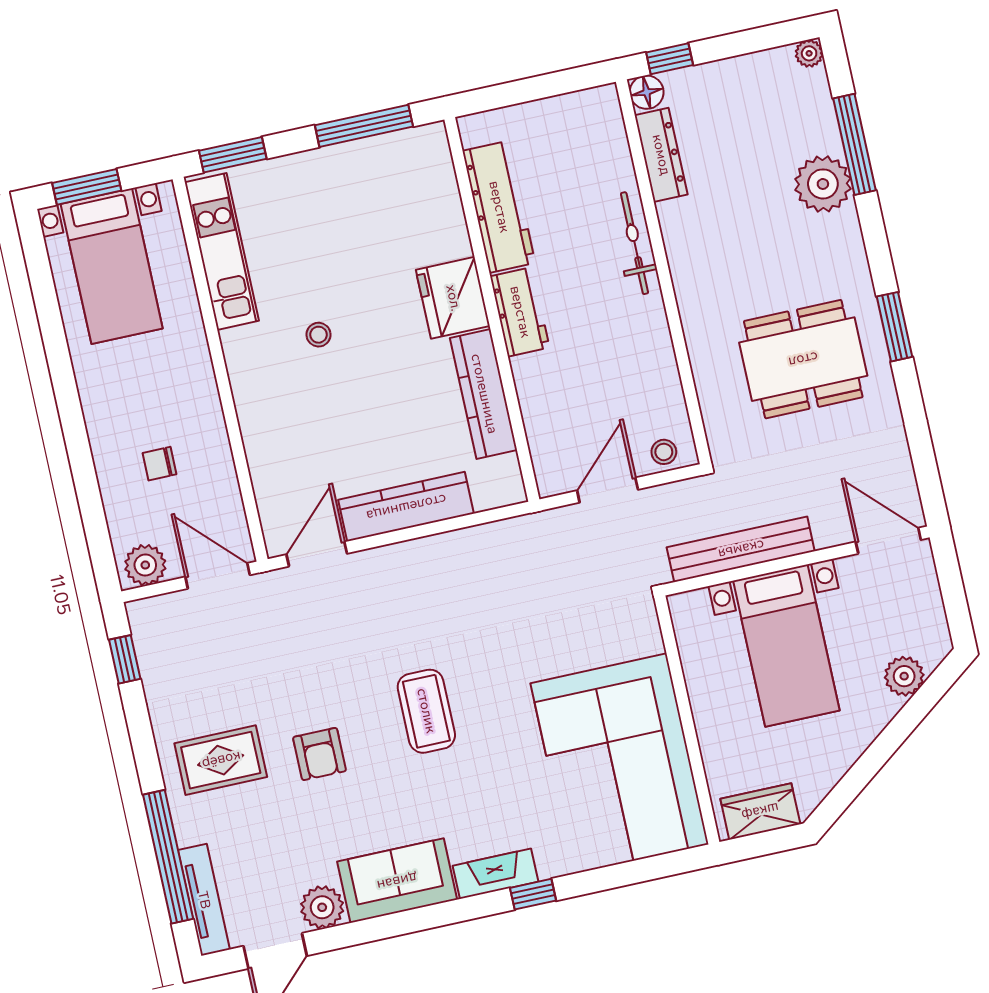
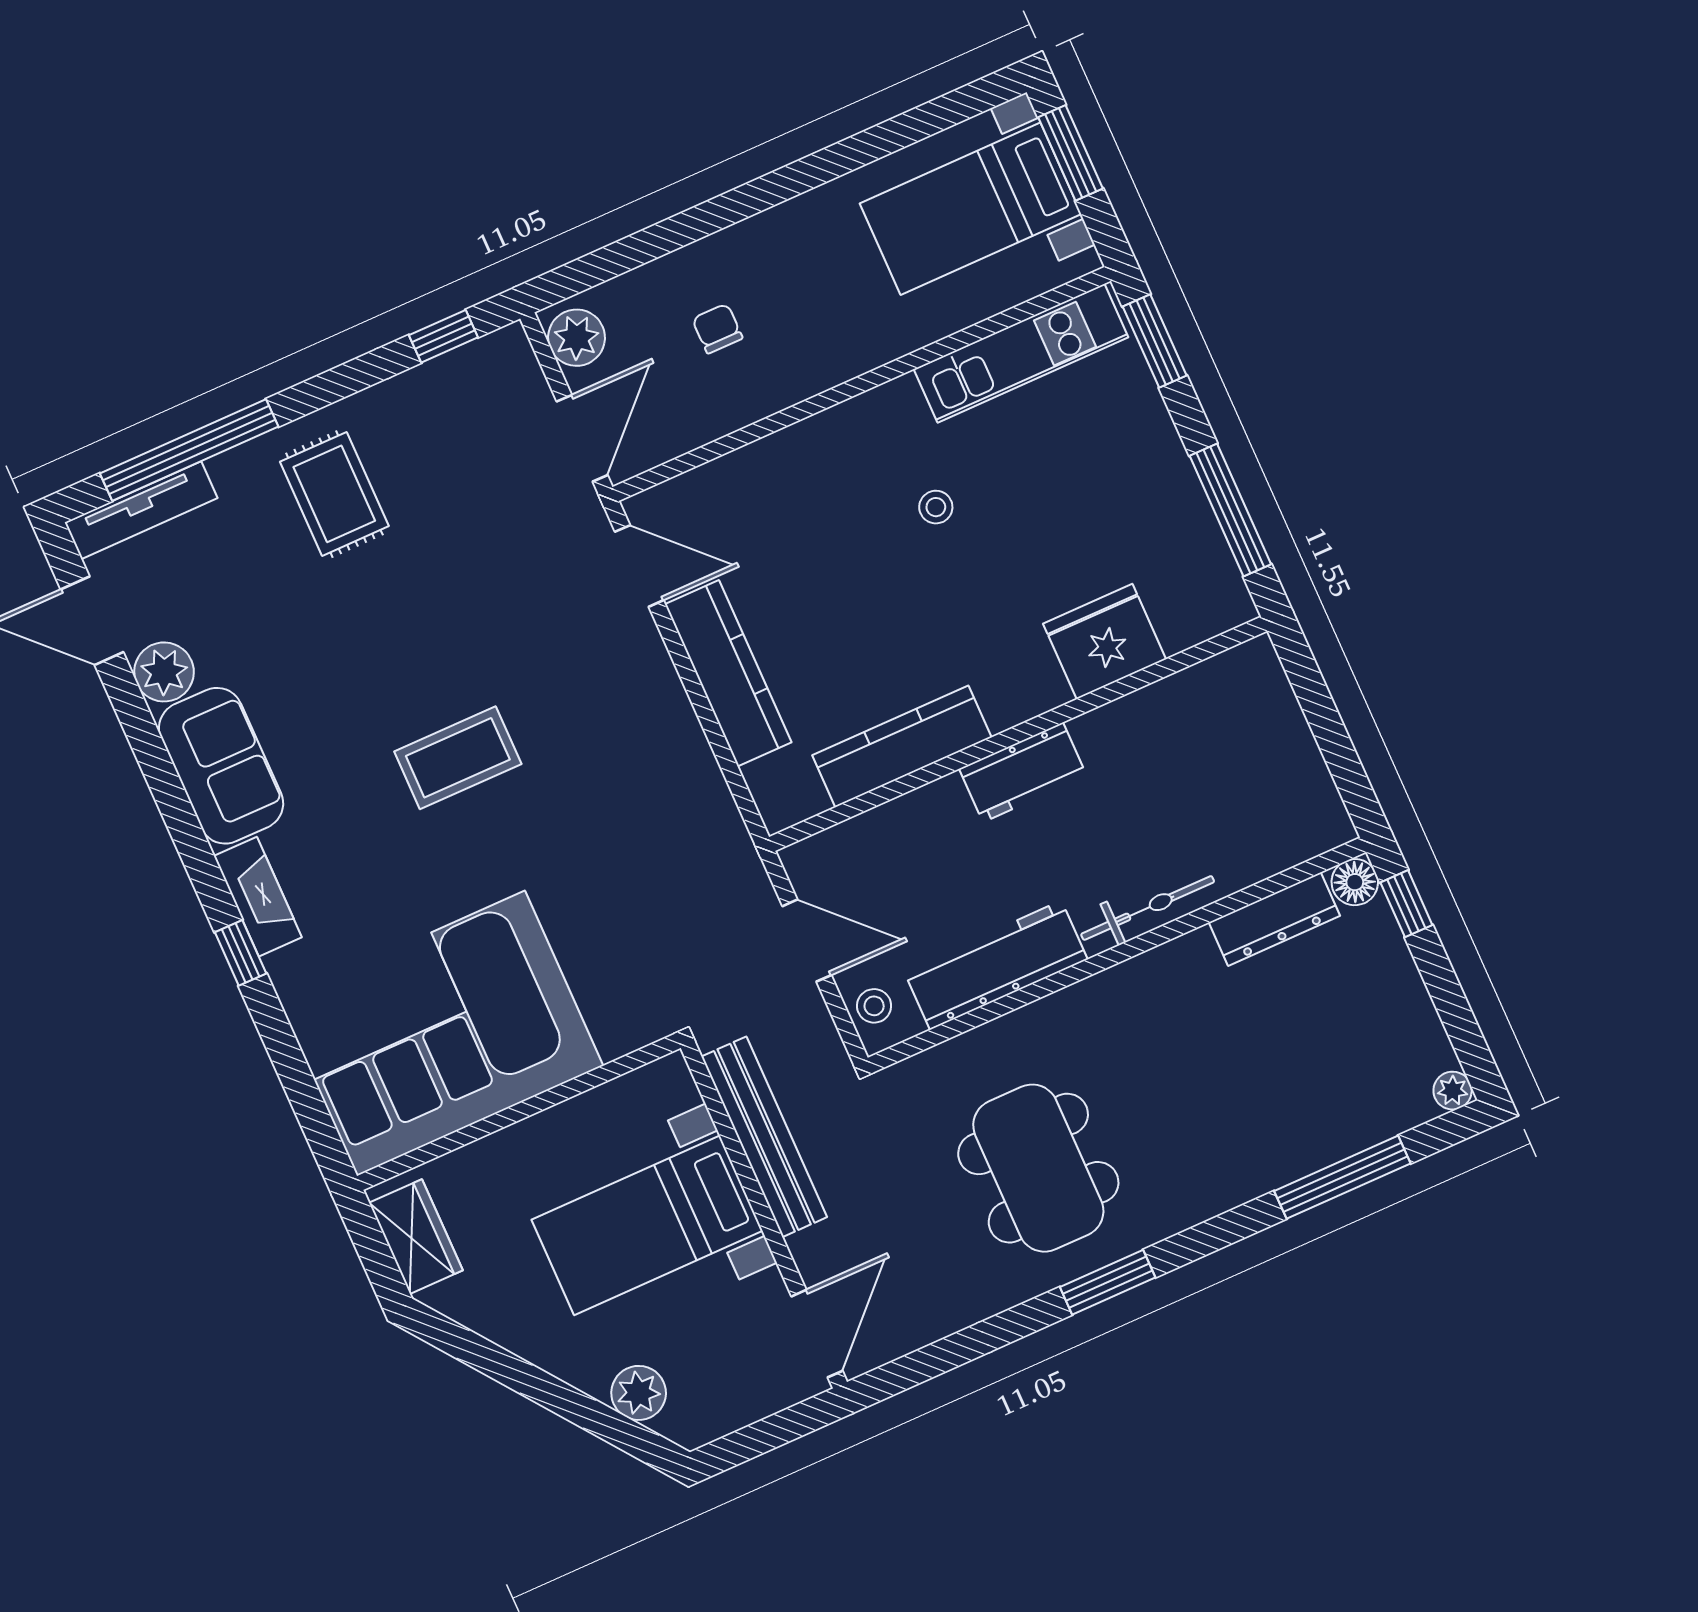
plant: (823, 184) -> (1280, 1146), removed
workbench: (499, 207) -> (996, 965), moved, turned 180
fridge: (453, 298) -> (1105, 641), moved
armchair: (320, 754) -> (370, 626), removed

